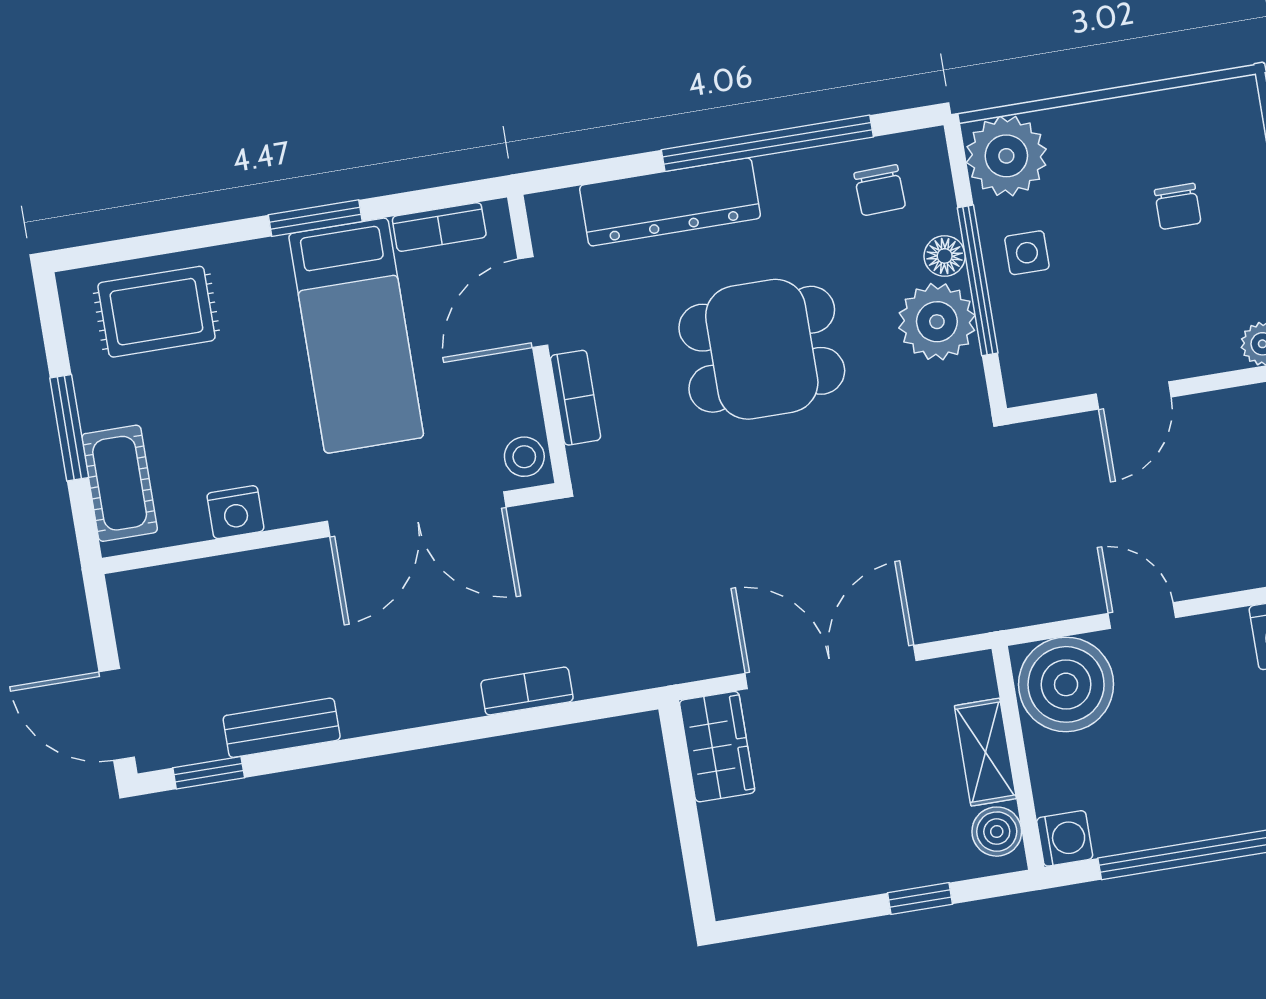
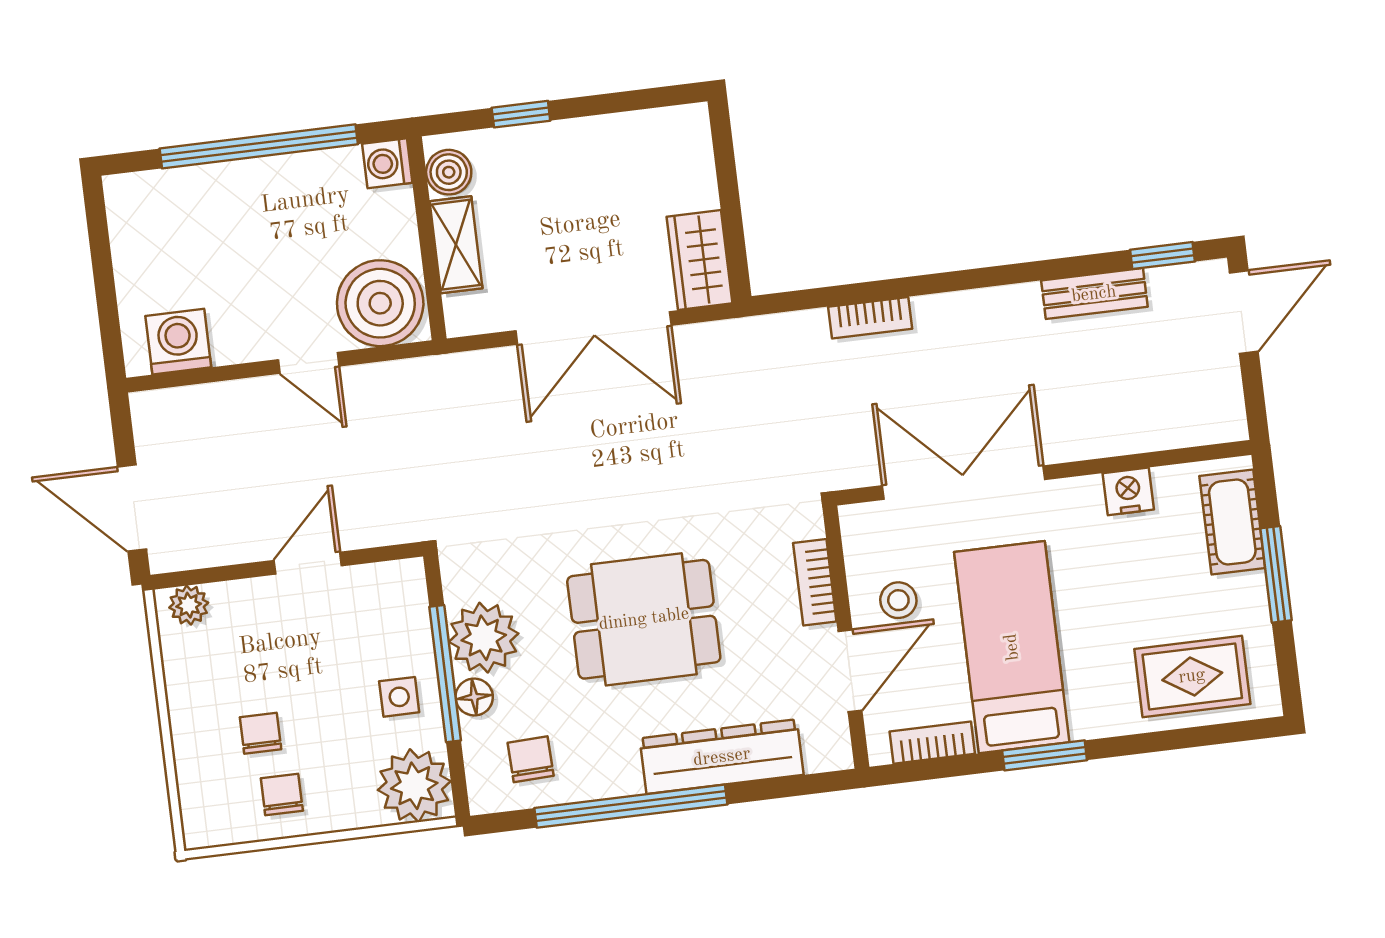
chair: (1151, 140) -> (282, 794), added
stool: (524, 457) -> (898, 600), moved
door: (117, 714) -> (1244, 312), hinge flipped

